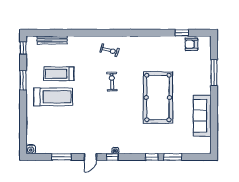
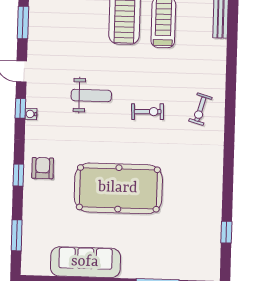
armchair: (191, 44) -> (43, 168), moved
weight bench: (103, 115) -> (91, 95), added
window: (173, 157) -> (17, 235), moved

